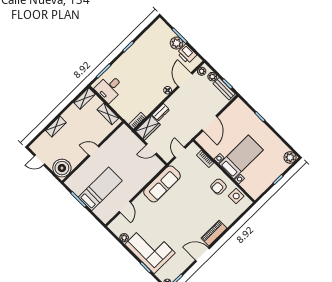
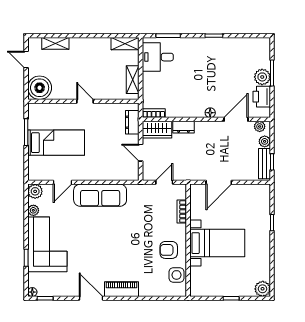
shelving: (56, 127) -> (55, 43), moved
dresser: (131, 137) -> (132, 122), added
sofa: (162, 184) -> (100, 195), moved
plant: (115, 226) -> (35, 191), added

